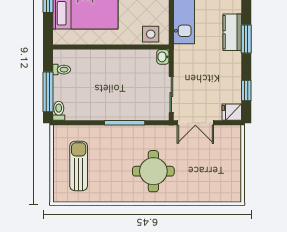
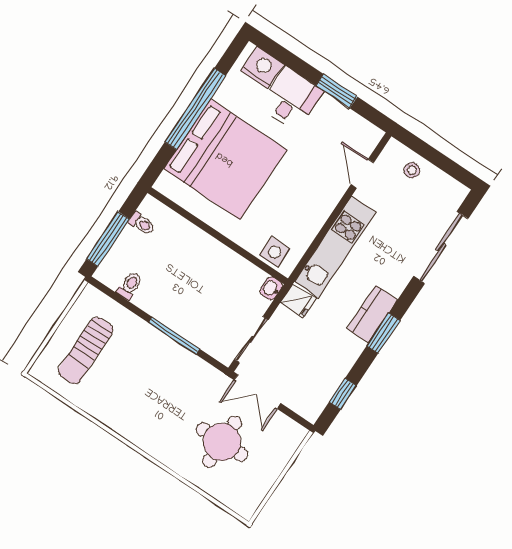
toilet: (59, 111) -> (130, 286), moved
fridge: (232, 112) -> (298, 301), moved, turned 180
sun lounger: (79, 166) -> (86, 351), turned 180
round table: (153, 171) -> (222, 442), moved

